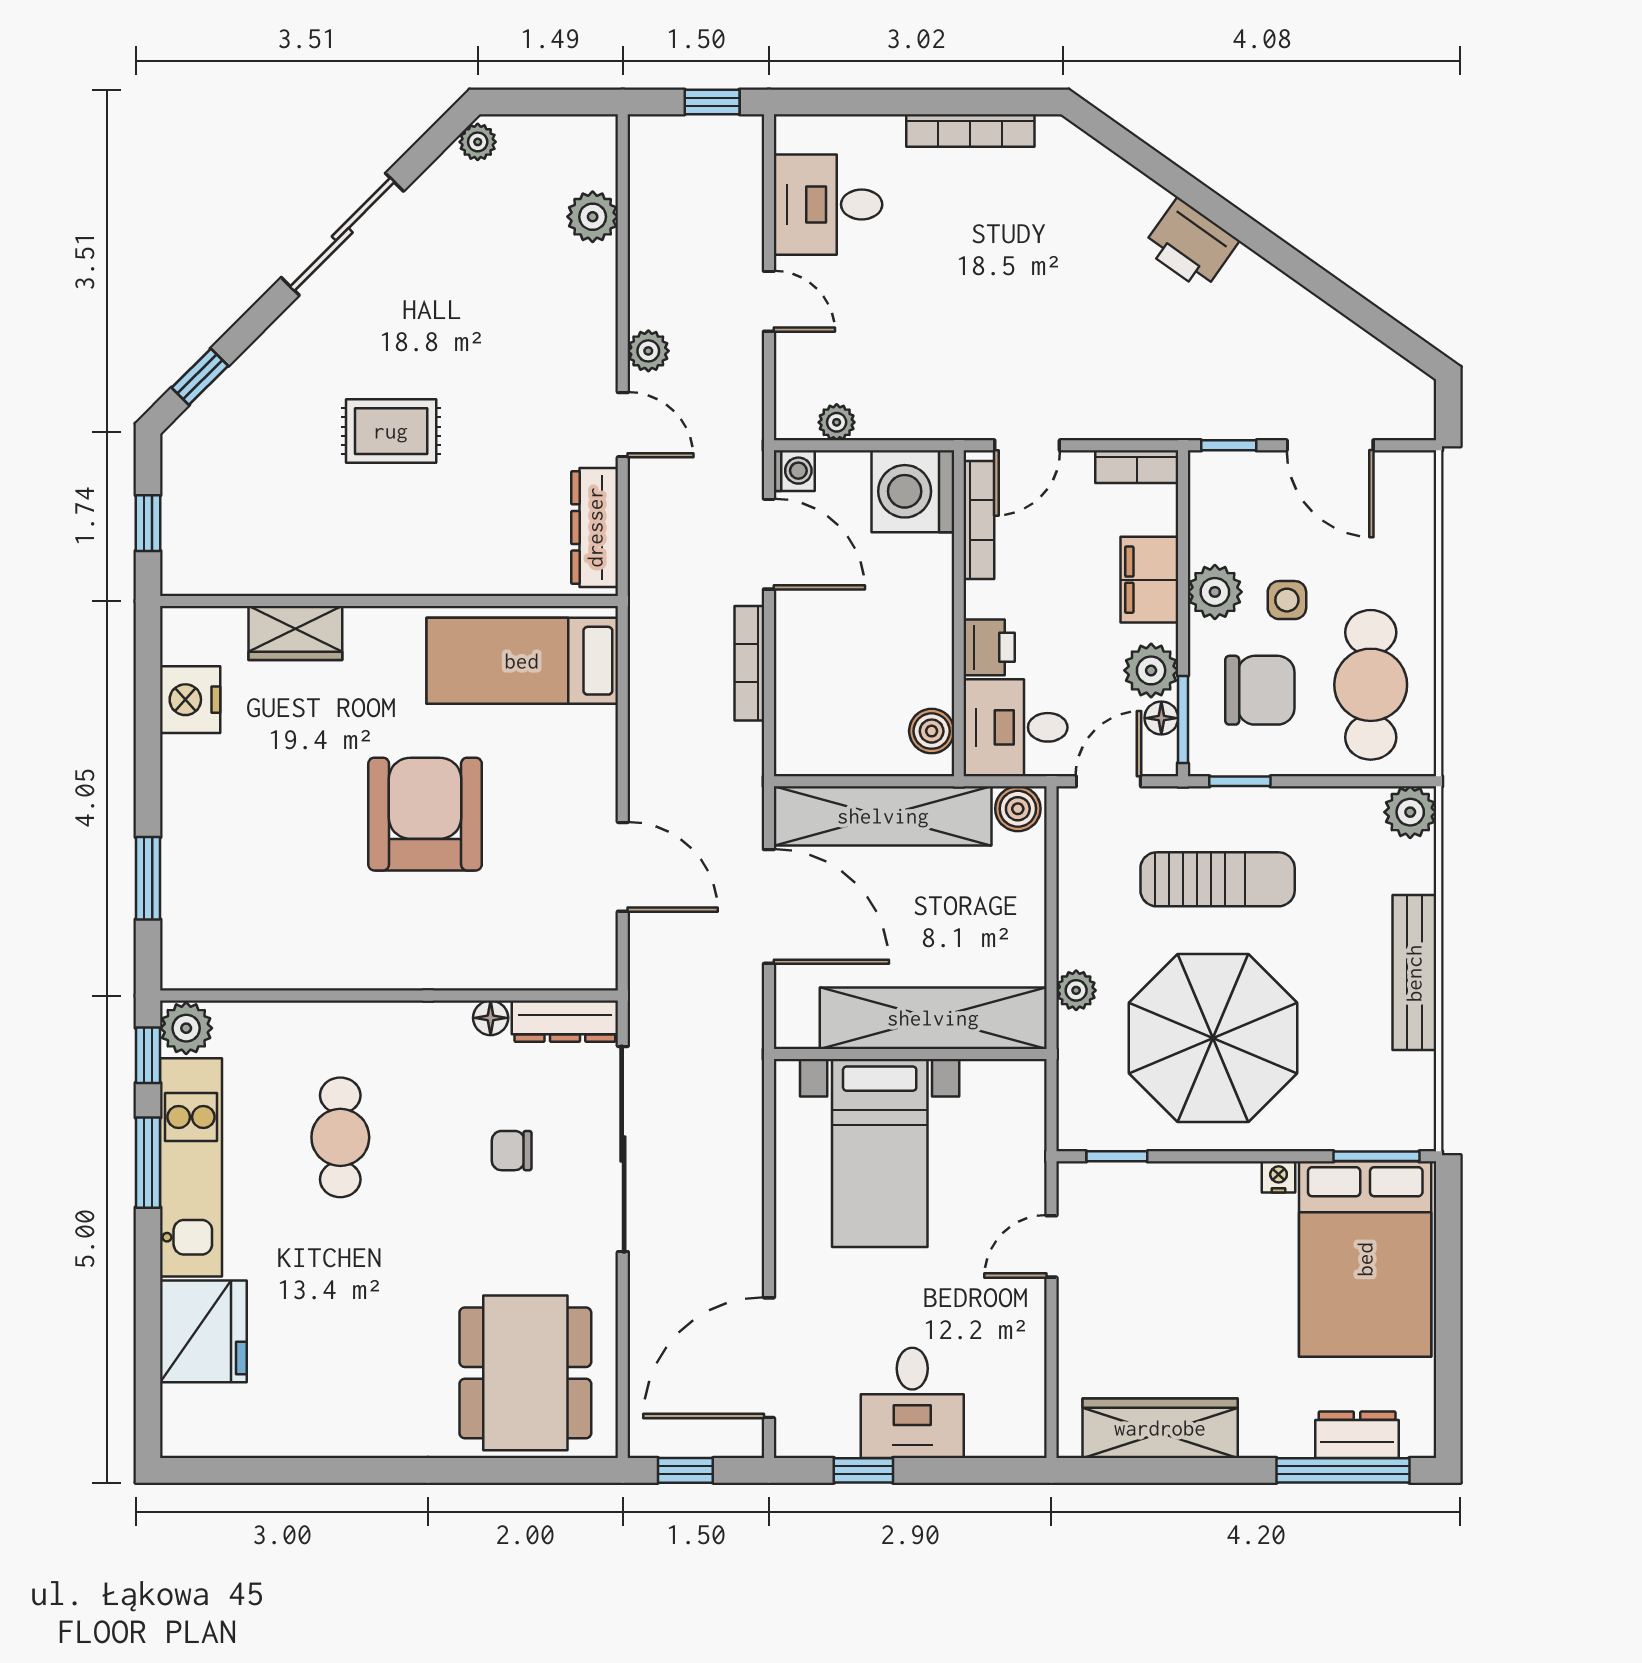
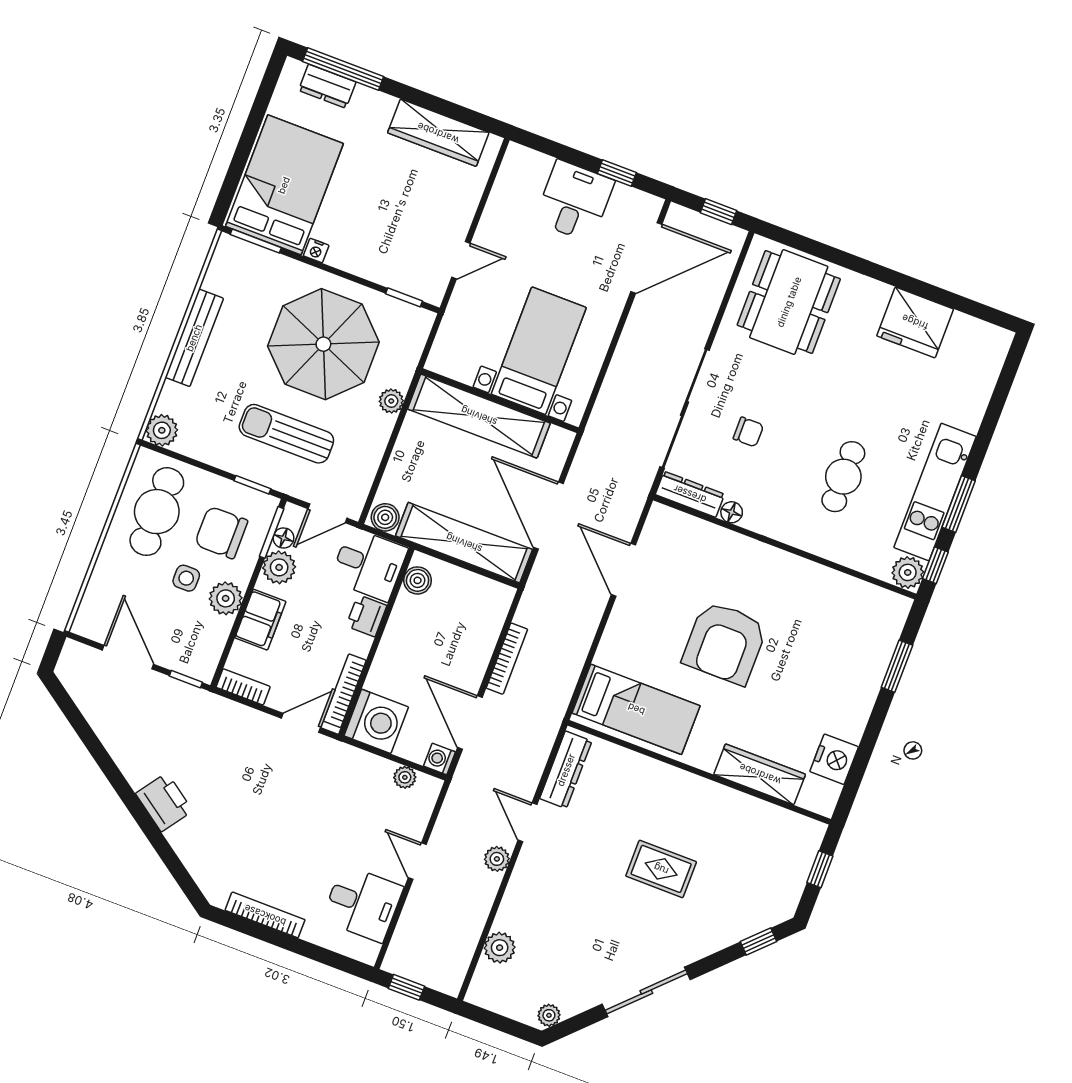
wardrobe: (295, 633) -> (760, 774), width x1.50
fridge: (203, 1331) -> (915, 322), moved, turned -90

